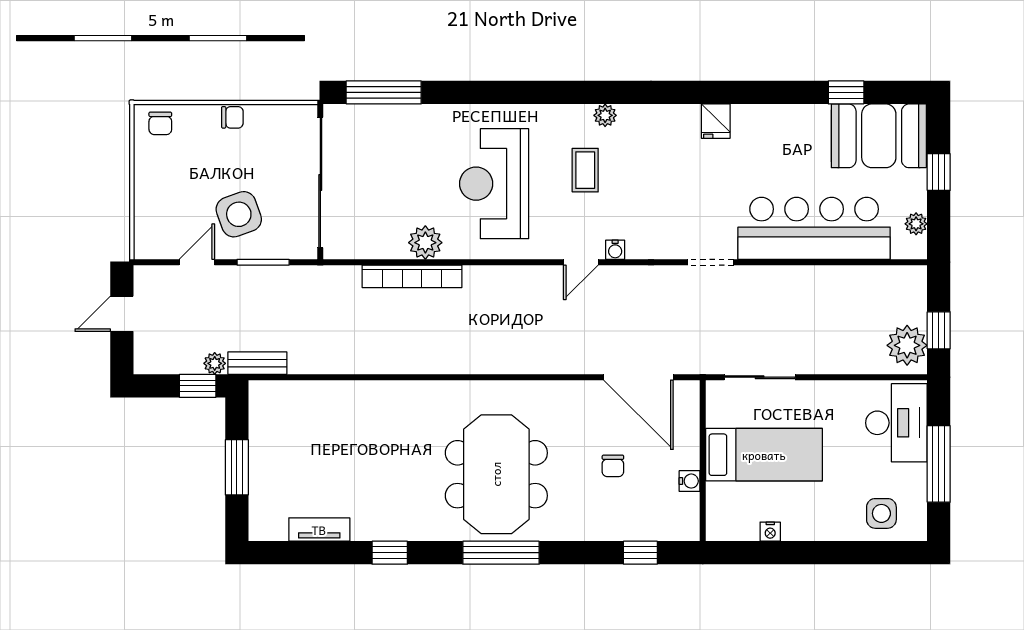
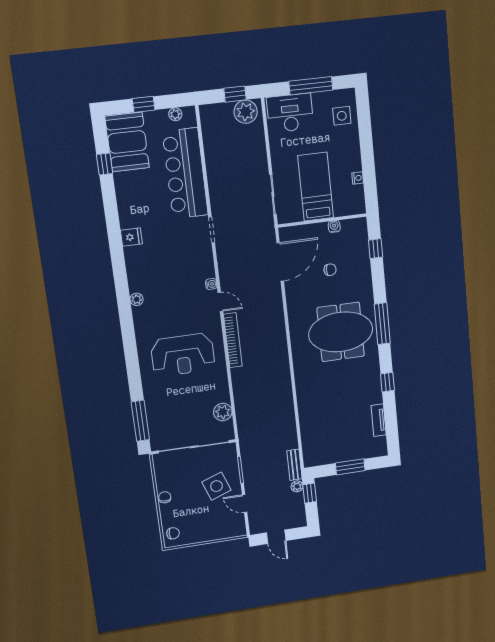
coffee table: (585, 170) -> (169, 306), removed
plant: (425, 243) -> (223, 412), moved
bookcase: (412, 276) -> (233, 340), moved

